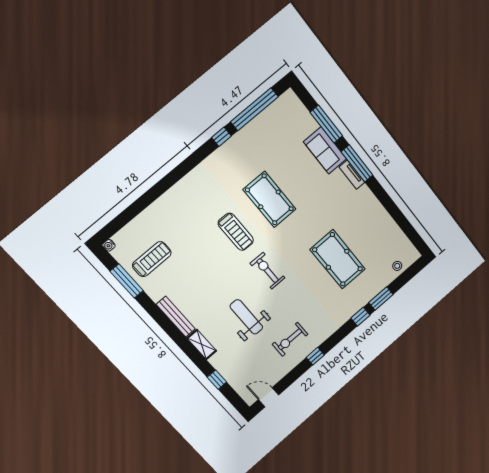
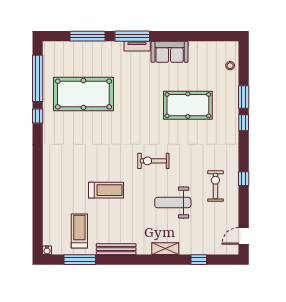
sofa: (325, 150) -> (170, 52), moved
pool table: (269, 199) -> (83, 94), moved, width x1.36, depth x1.32
treadmill: (236, 232) -> (106, 190), moved
bench: (176, 317) -> (116, 249), moved
exercise bike: (290, 339) -> (215, 186), turned 180

